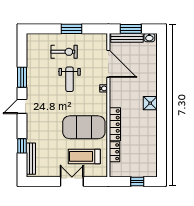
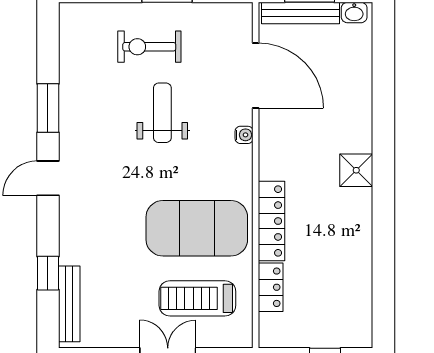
exercise bike: (64, 52) -> (149, 47), turned 180
weight bench: (70, 79) -> (162, 113), turned 180

